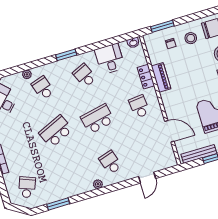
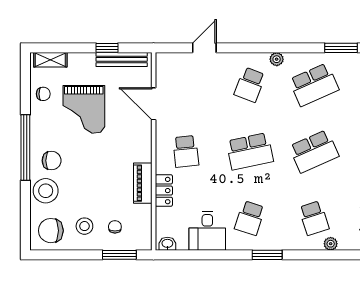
school desk: (85, 75) -> (250, 218), turned 42
school desk: (110, 162) -> (250, 85), turned 39
school desk: (69, 175) -> (314, 85), added

